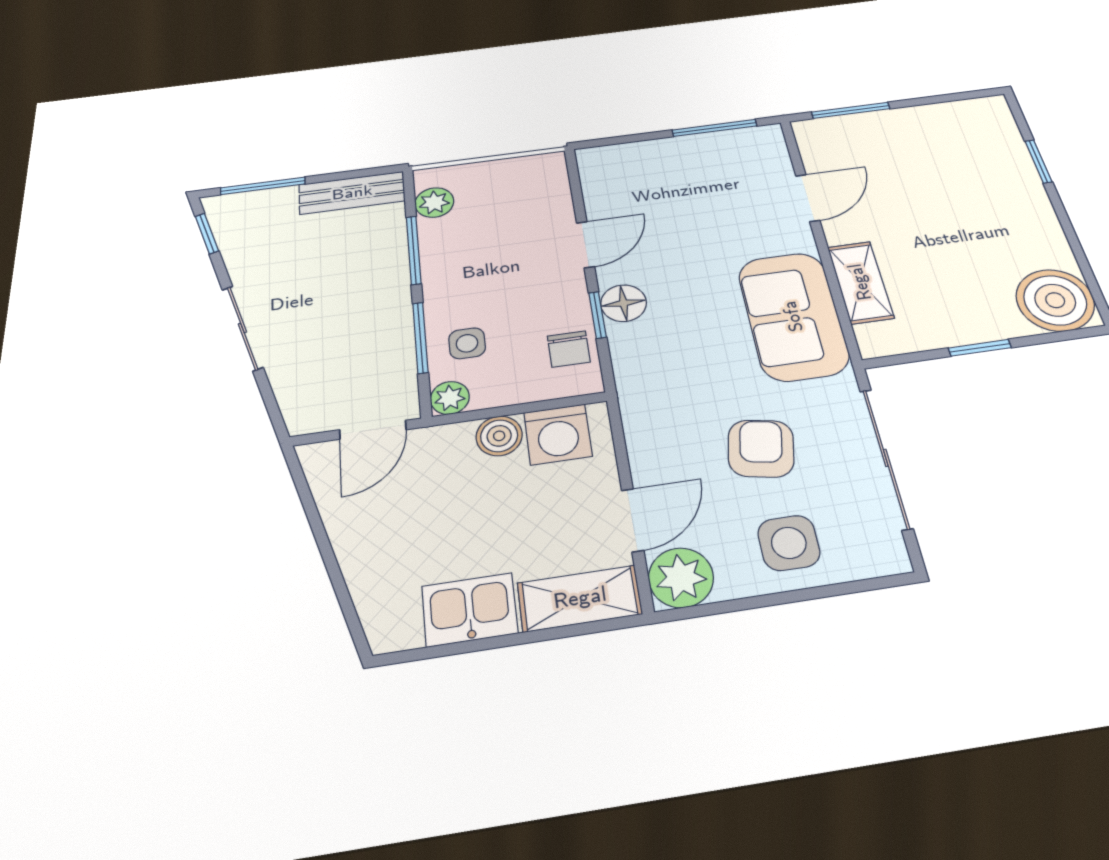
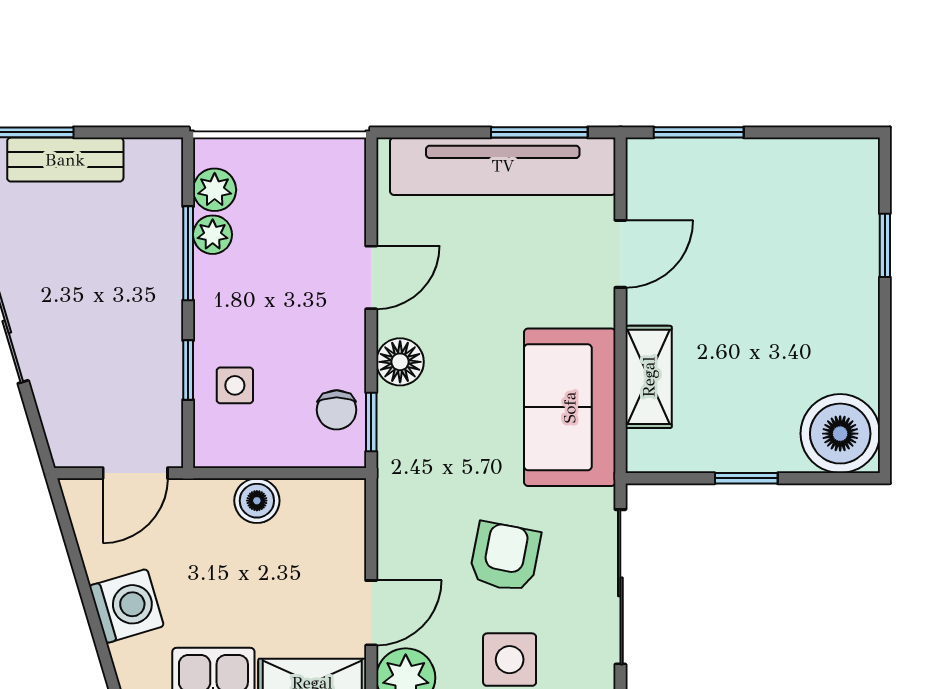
tv unit: (688, 154) -> (503, 166), added
bench: (352, 193) -> (65, 160), moved
window: (597, 315) -> (371, 422), moved
window: (420, 338) -> (188, 370), width x0.67
plant: (450, 398) -> (213, 235), moved
washing machine: (558, 434) -> (127, 606), moved, turned -107

